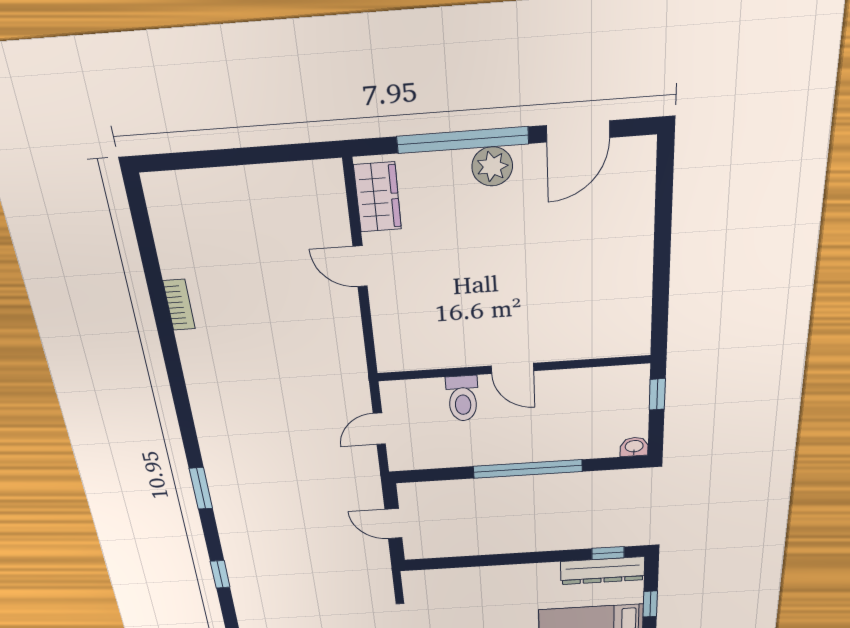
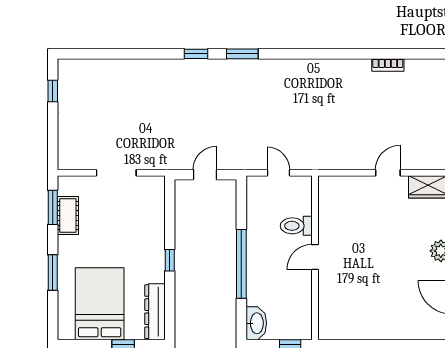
bookcase: (179, 305) -> (388, 65), moved
washbasin: (634, 447) -> (256, 323), width x1.91, depth x1.45
window: (608, 553) -> (170, 260), moved
window: (220, 574) -> (196, 54), moved

